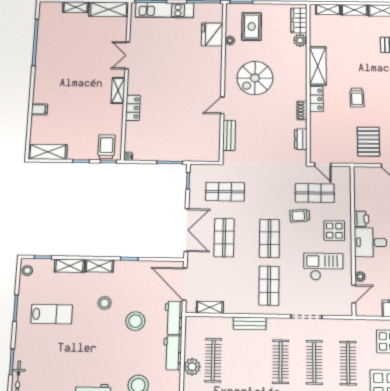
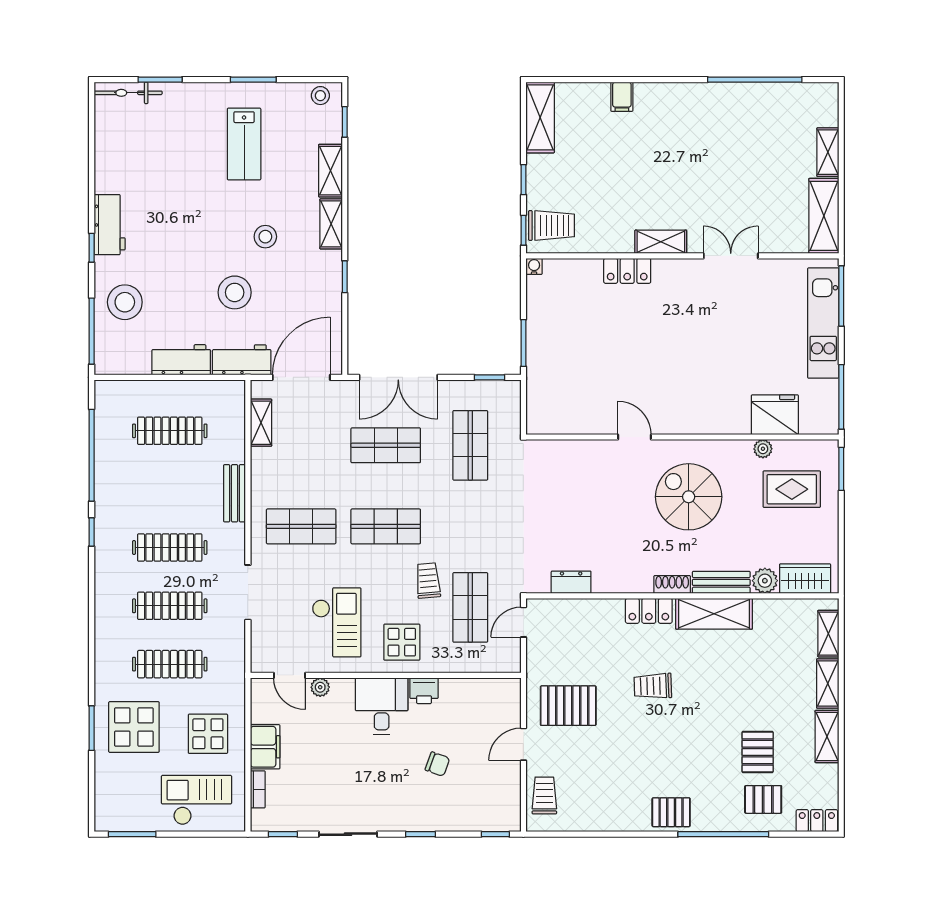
shoe rack: (302, 110) -> (672, 585), moved
bench: (229, 135) -> (721, 582), moved
plant: (192, 367) -> (158, 394), removed

